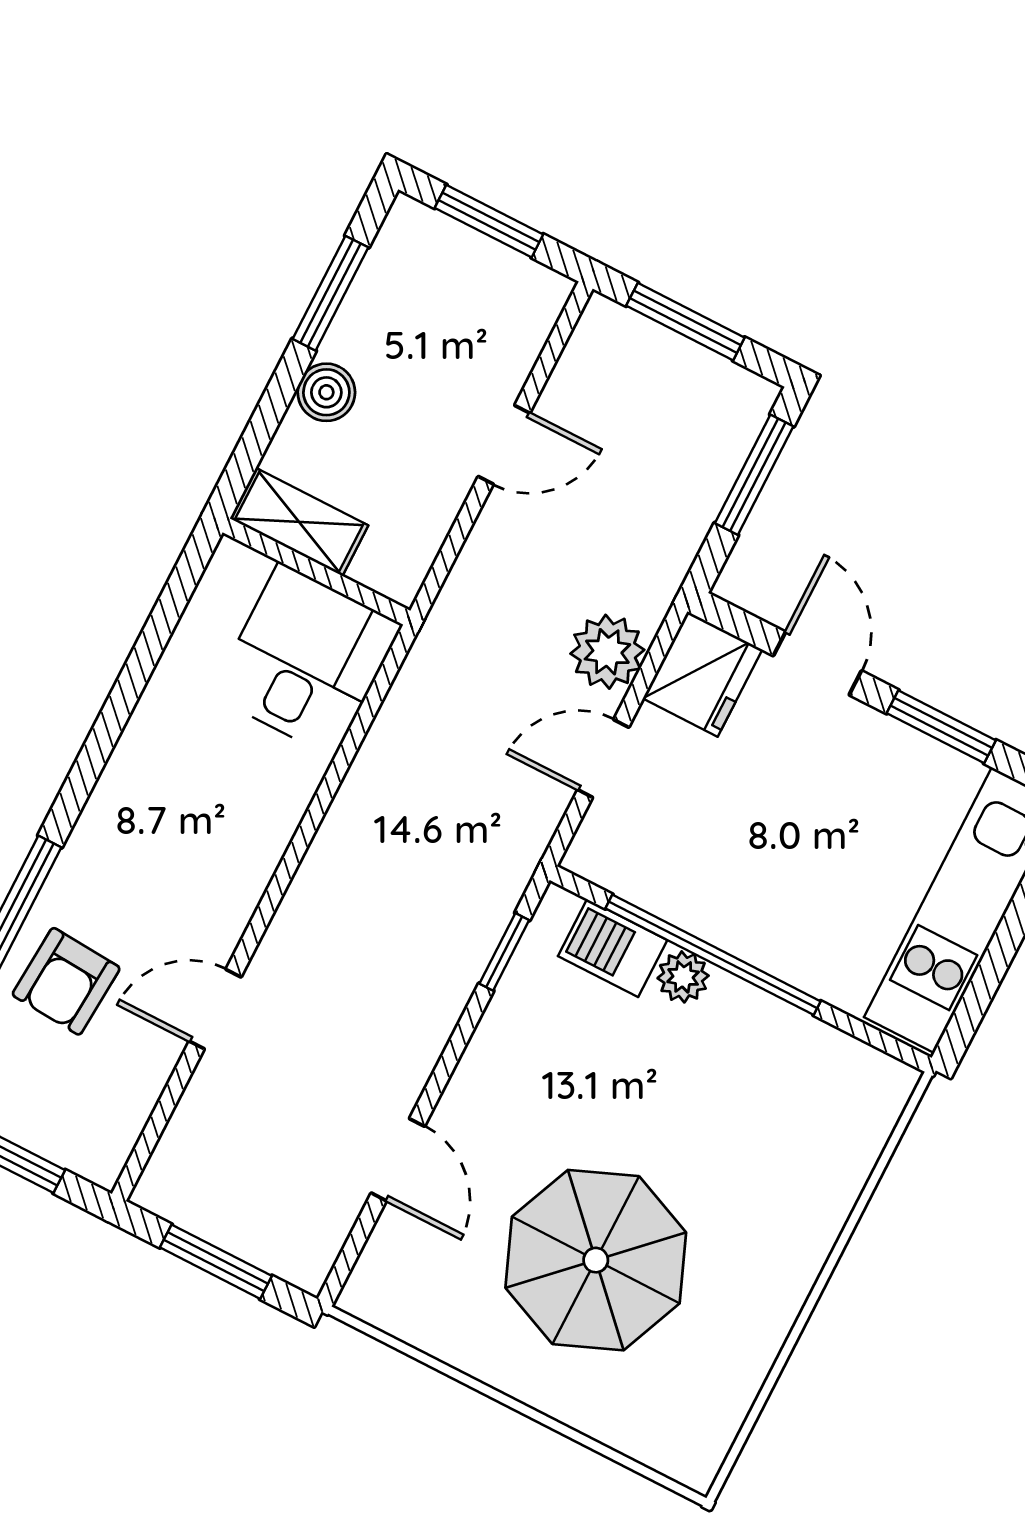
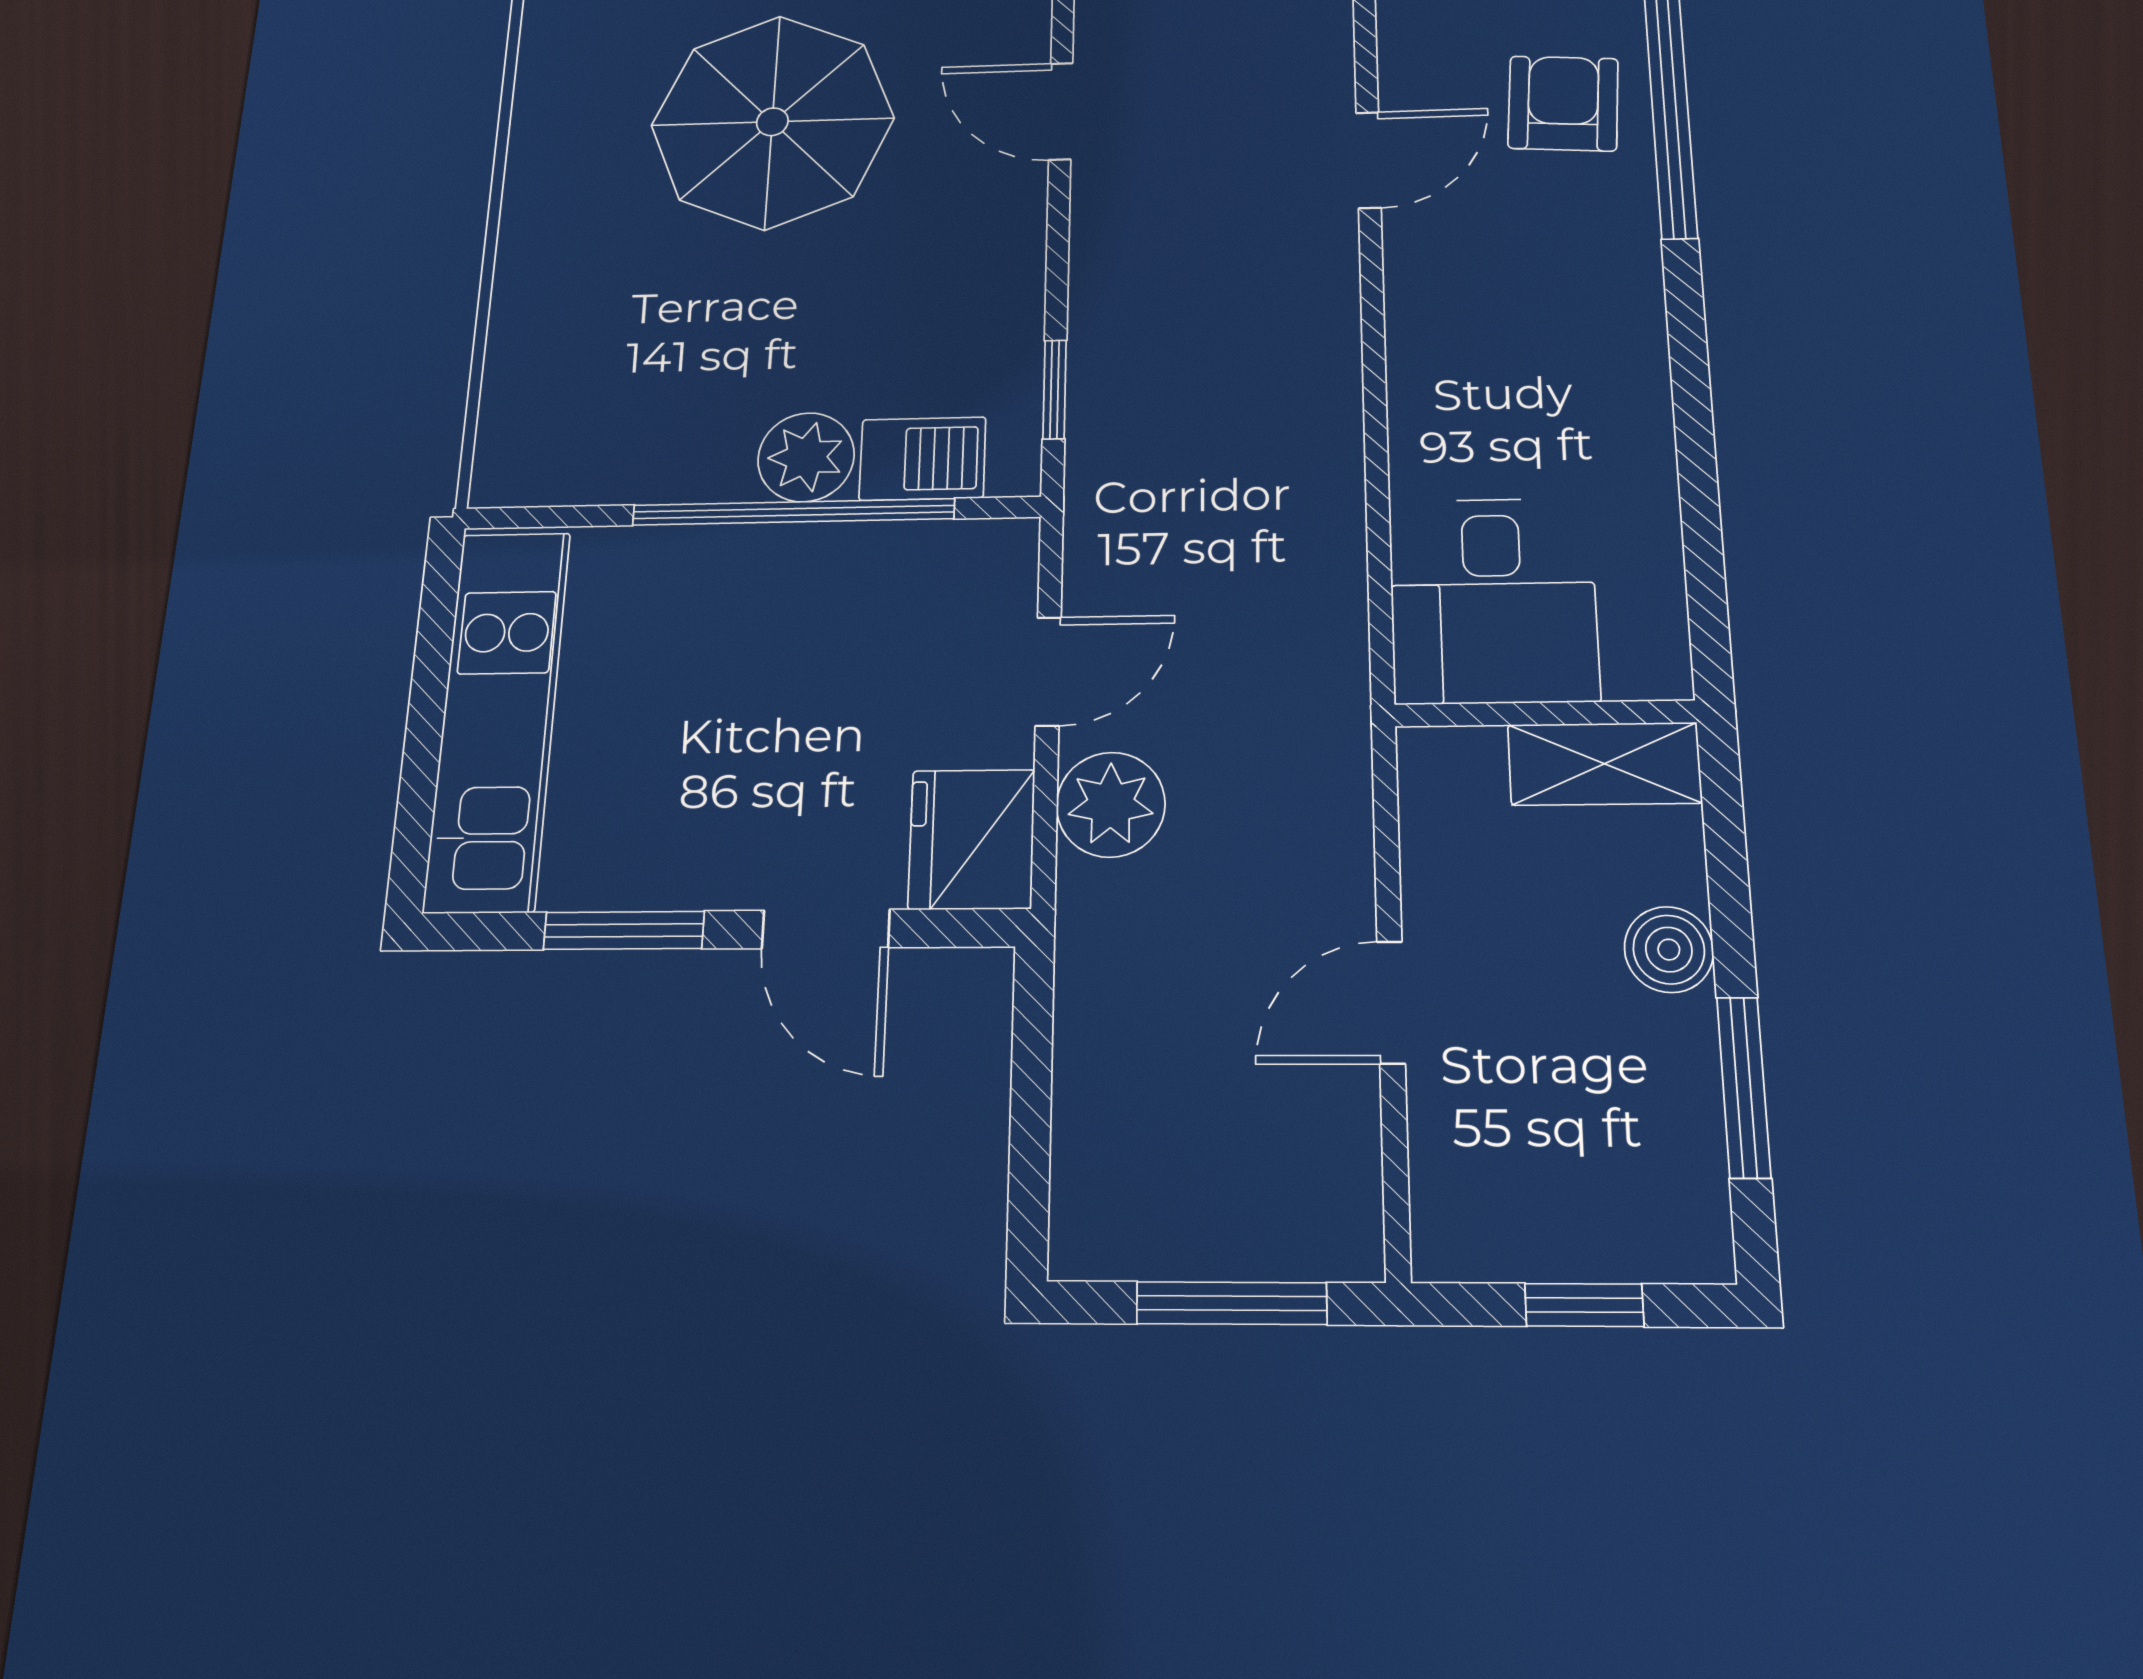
window: (489, 221) -> (1584, 1305), width x0.67
window: (754, 475) -> (1030, 1136), removed
plant: (683, 977) -> (806, 457), width x1.38, depth x1.38

